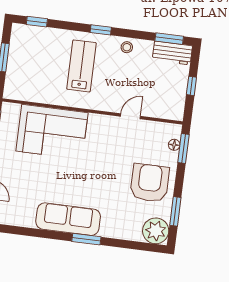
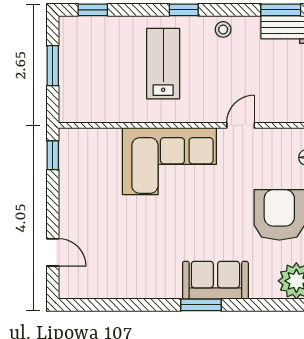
corner sofa: (52, 132) -> (169, 161), moved
sofa: (68, 219) -> (215, 280), moved, width x0.73

